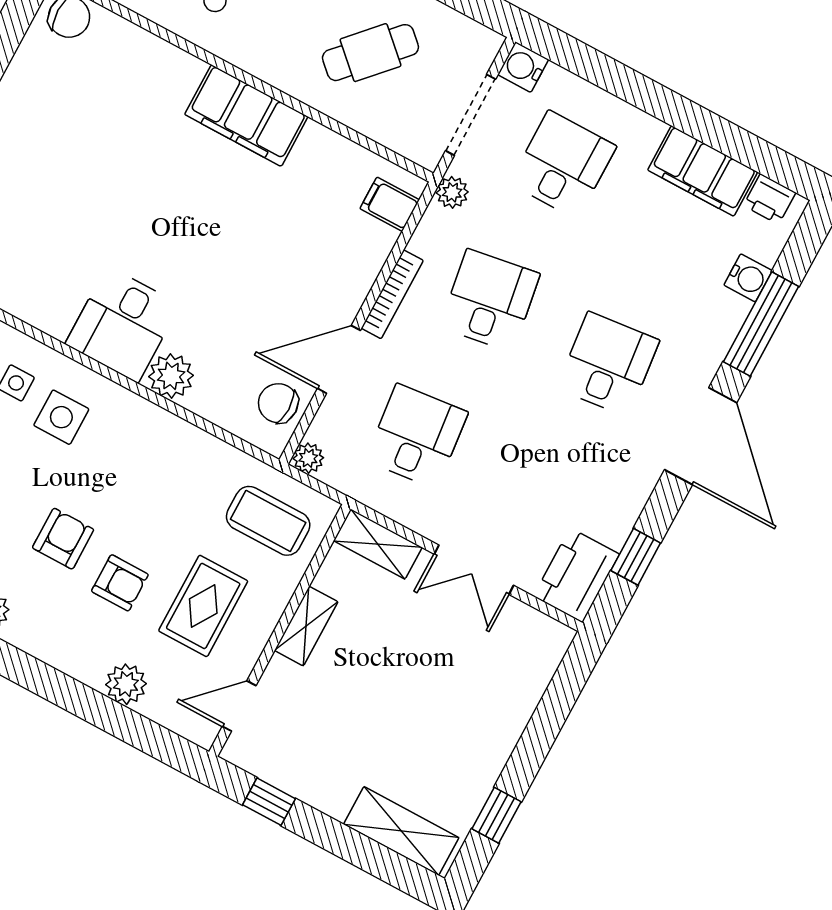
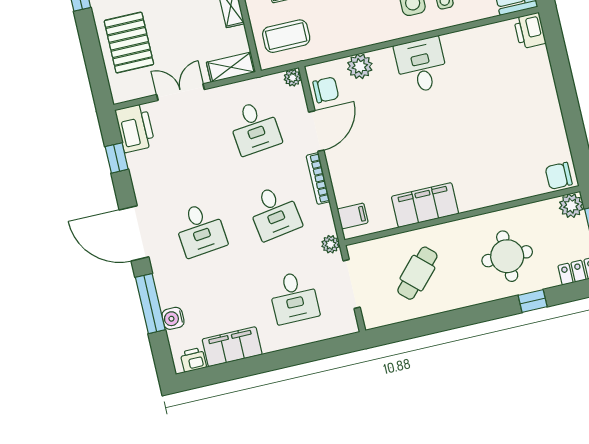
water cooler: (523, 67) -> (347, 324), removed
filing cabinet: (246, 116) -> (425, 205), moved
plant: (171, 376) -> (360, 66), moved
pallet: (485, 696) -> (129, 43), added

